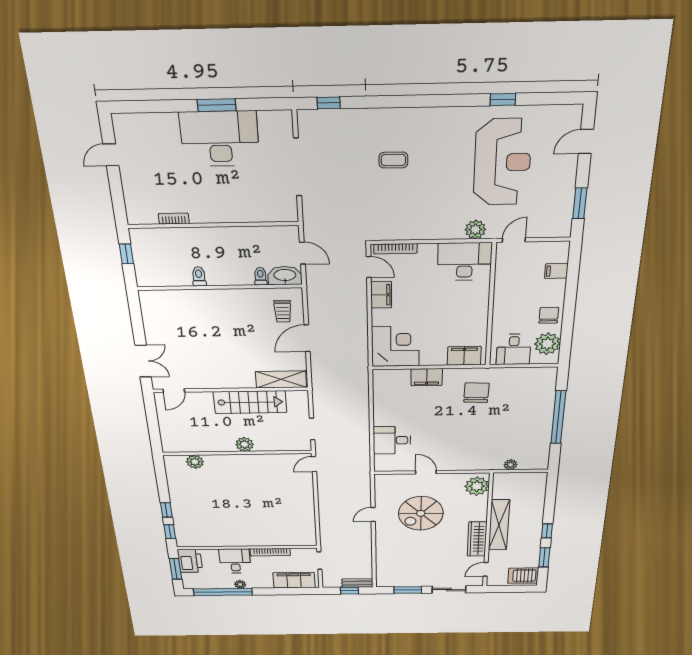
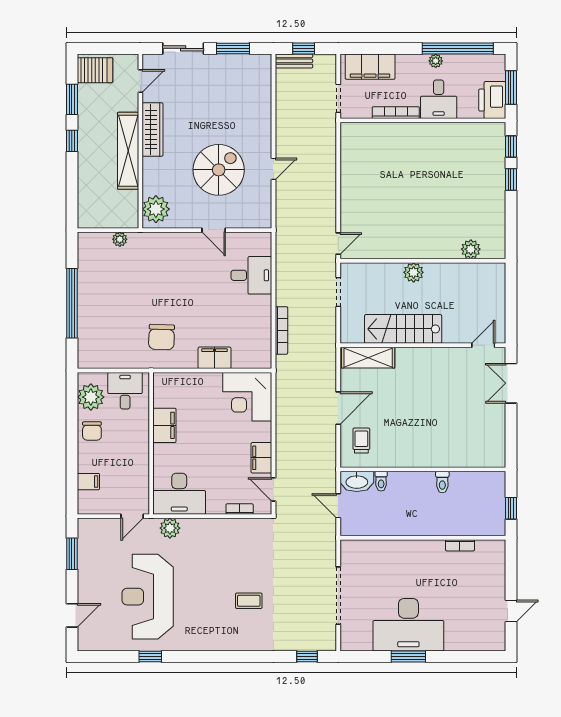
bookcase: (395, 249) -> (240, 509), width x0.64
filing cabinet: (464, 356) -> (164, 425), moved, turned -90
bookcase: (364, 399) -> (281, 330), added

